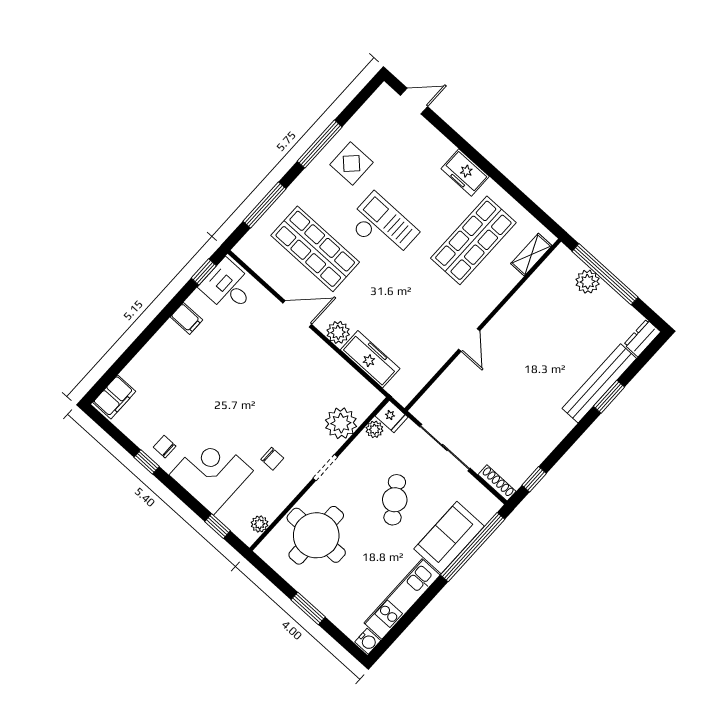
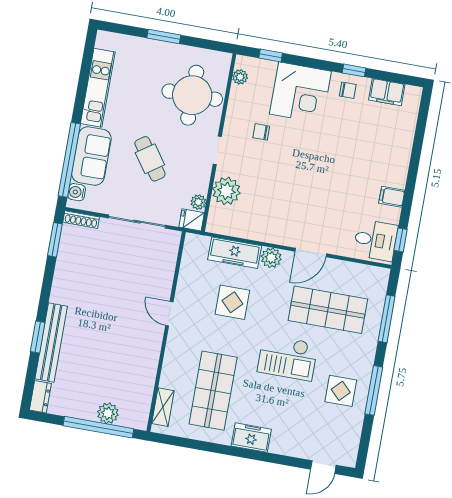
display table: (402, 313) -> (232, 302), added
filing cabinet: (114, 397) -> (387, 92), moved, turned -90
window: (534, 479) -> (55, 240), width x1.50
water cooler: (368, 641) -> (77, 192), moved

